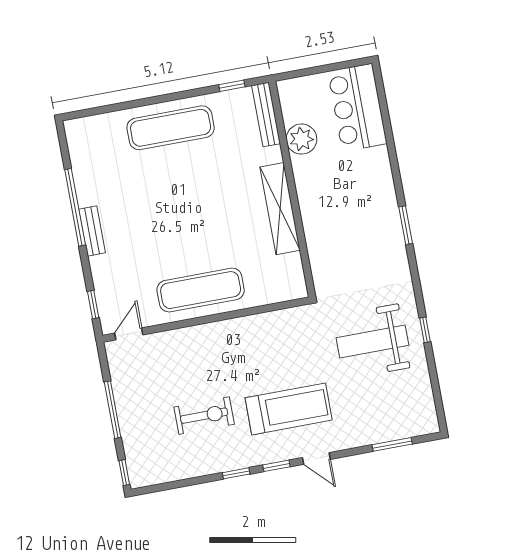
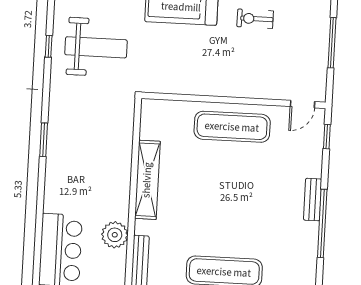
exercise bike: (204, 416) -> (255, 19), width x0.73, depth x0.72

